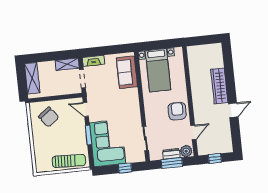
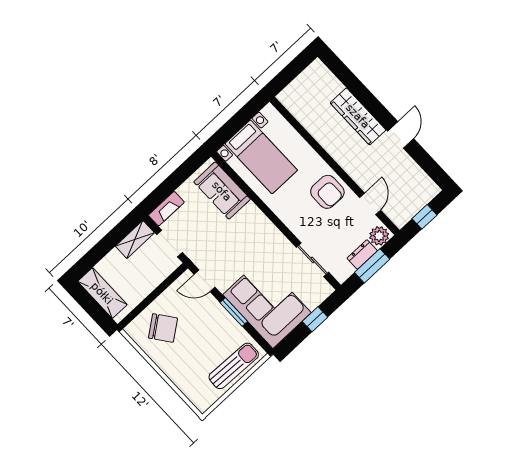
armchair: (177, 111) -> (327, 192), turned 180

